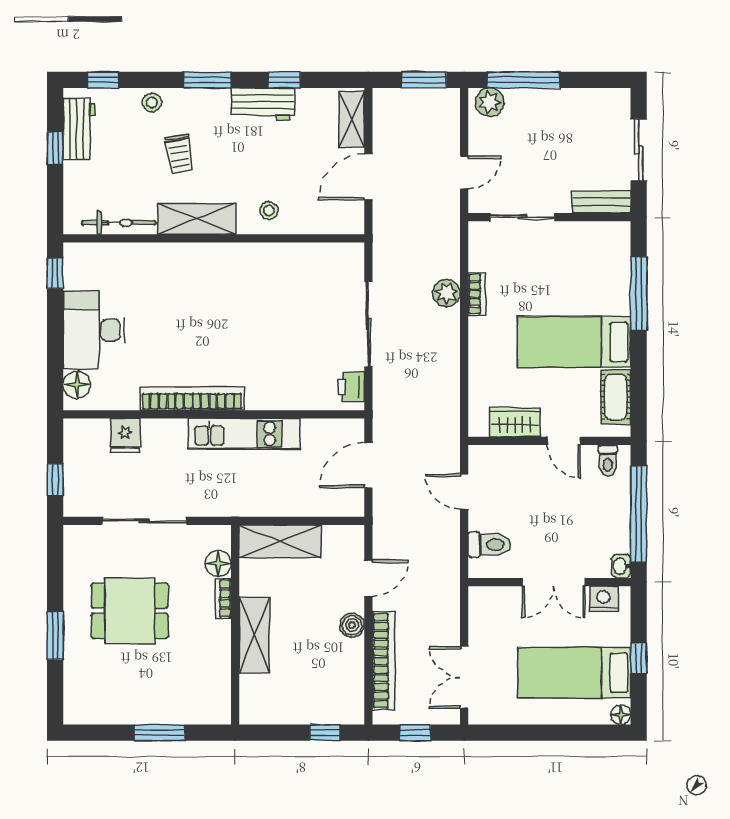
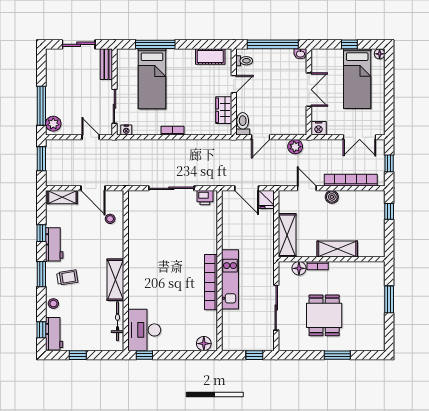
workbench: (79, 129) -> (54, 334), moved, turned 90
trolley: (179, 153) -> (67, 277), moved
stool: (269, 211) -> (110, 219), moved
nightstand: (478, 239) -> (126, 130), added
plant: (446, 293) -> (295, 147), moved
bookcase: (477, 294) -> (172, 131), moved
desk: (94, 330) -> (144, 330), moved, turned 90
bed: (574, 342) -> (152, 79), moved
kitchen unit: (244, 434) -> (230, 279), moved
fridge: (125, 435) -> (266, 200), moved, turned 90
toilet: (489, 545) -> (243, 124), moved
nightstand: (604, 599) -> (319, 128), moved, turned -90

